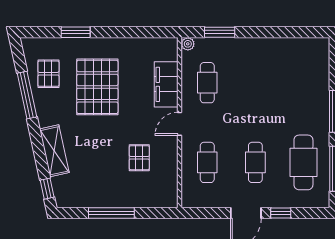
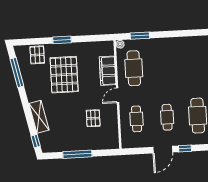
window: (76, 32) -> (62, 40), moved
pallet: (48, 74) -> (37, 55), moved
cafe table: (207, 83) -> (134, 68), width x1.37, depth x1.35
window: (27, 95) -> (17, 72), moved

